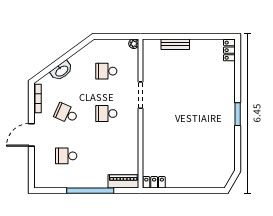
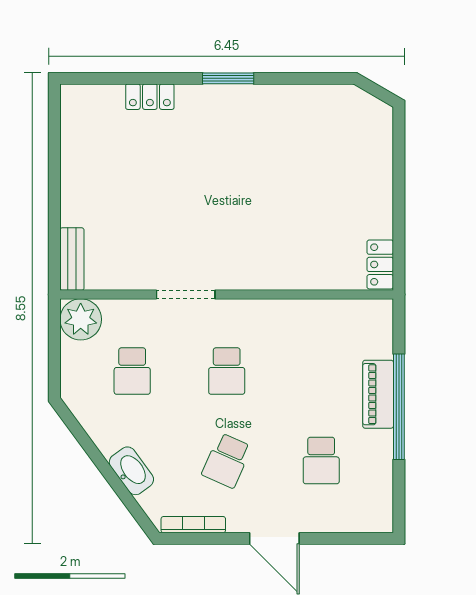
plant: (134, 44) -> (81, 319), width x1.87, depth x1.87
bench: (175, 44) -> (72, 259), moved
locker: (229, 50) -> (150, 97), moved
piano: (123, 181) -> (378, 394), moved

